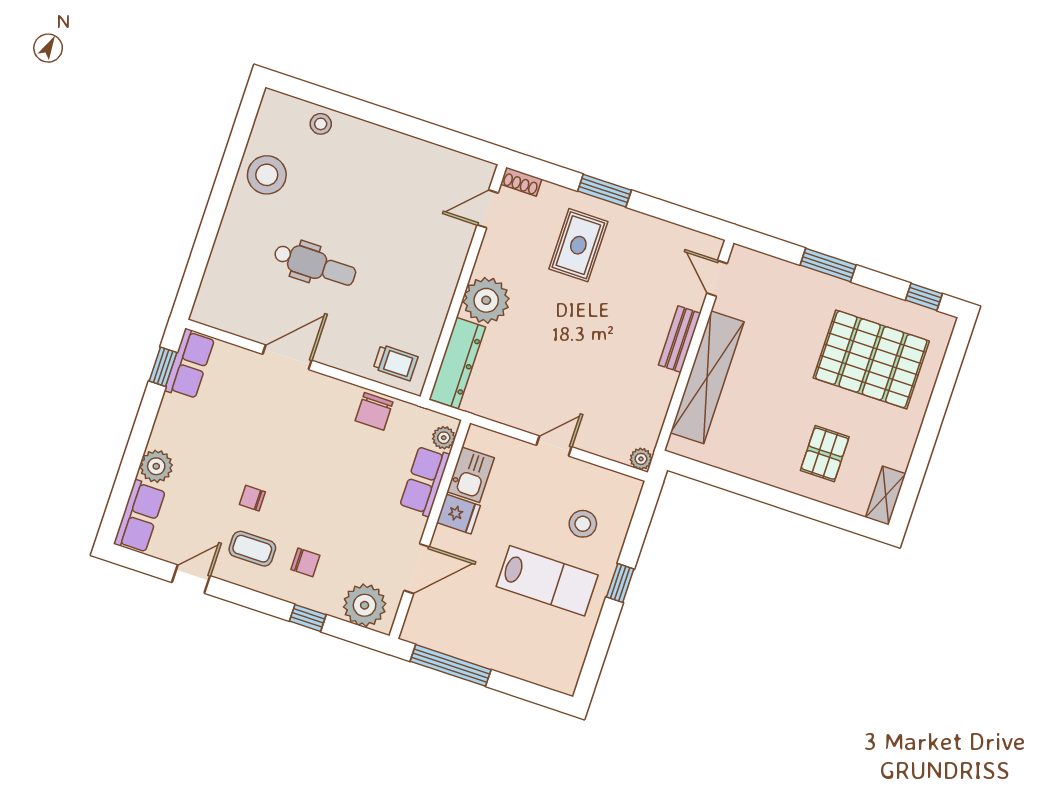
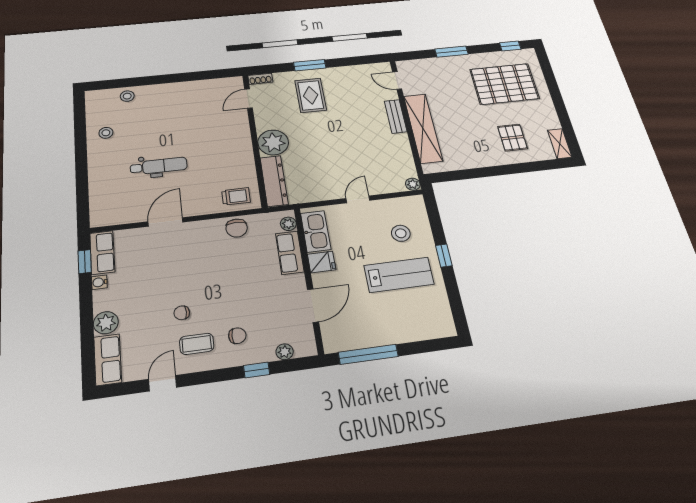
stool: (267, 175) -> (106, 133), width x0.53, depth x0.53
water cooler: (170, 406) -> (99, 282), added
kitchen sink: (471, 475) -> (316, 231), width x1.38
plant: (365, 605) -> (285, 352), width x0.53, depth x0.53

